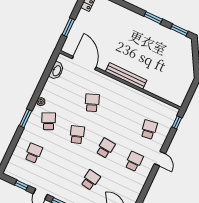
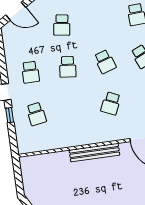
school desk: (92, 103) -> (111, 103), turned 45
window: (177, 122) -> (10, 115), moved

